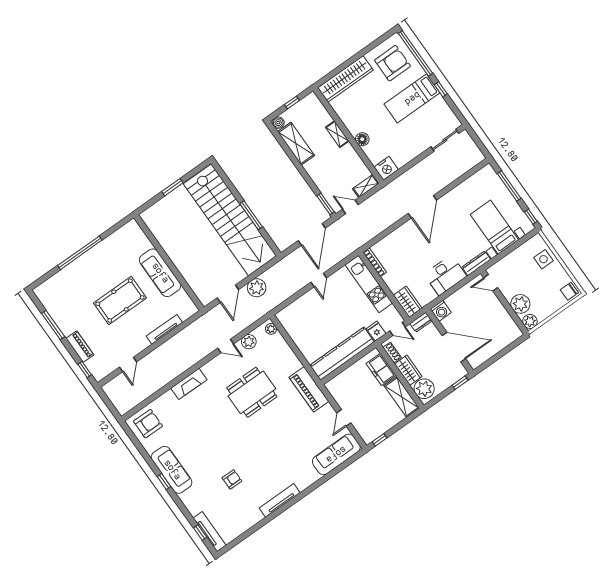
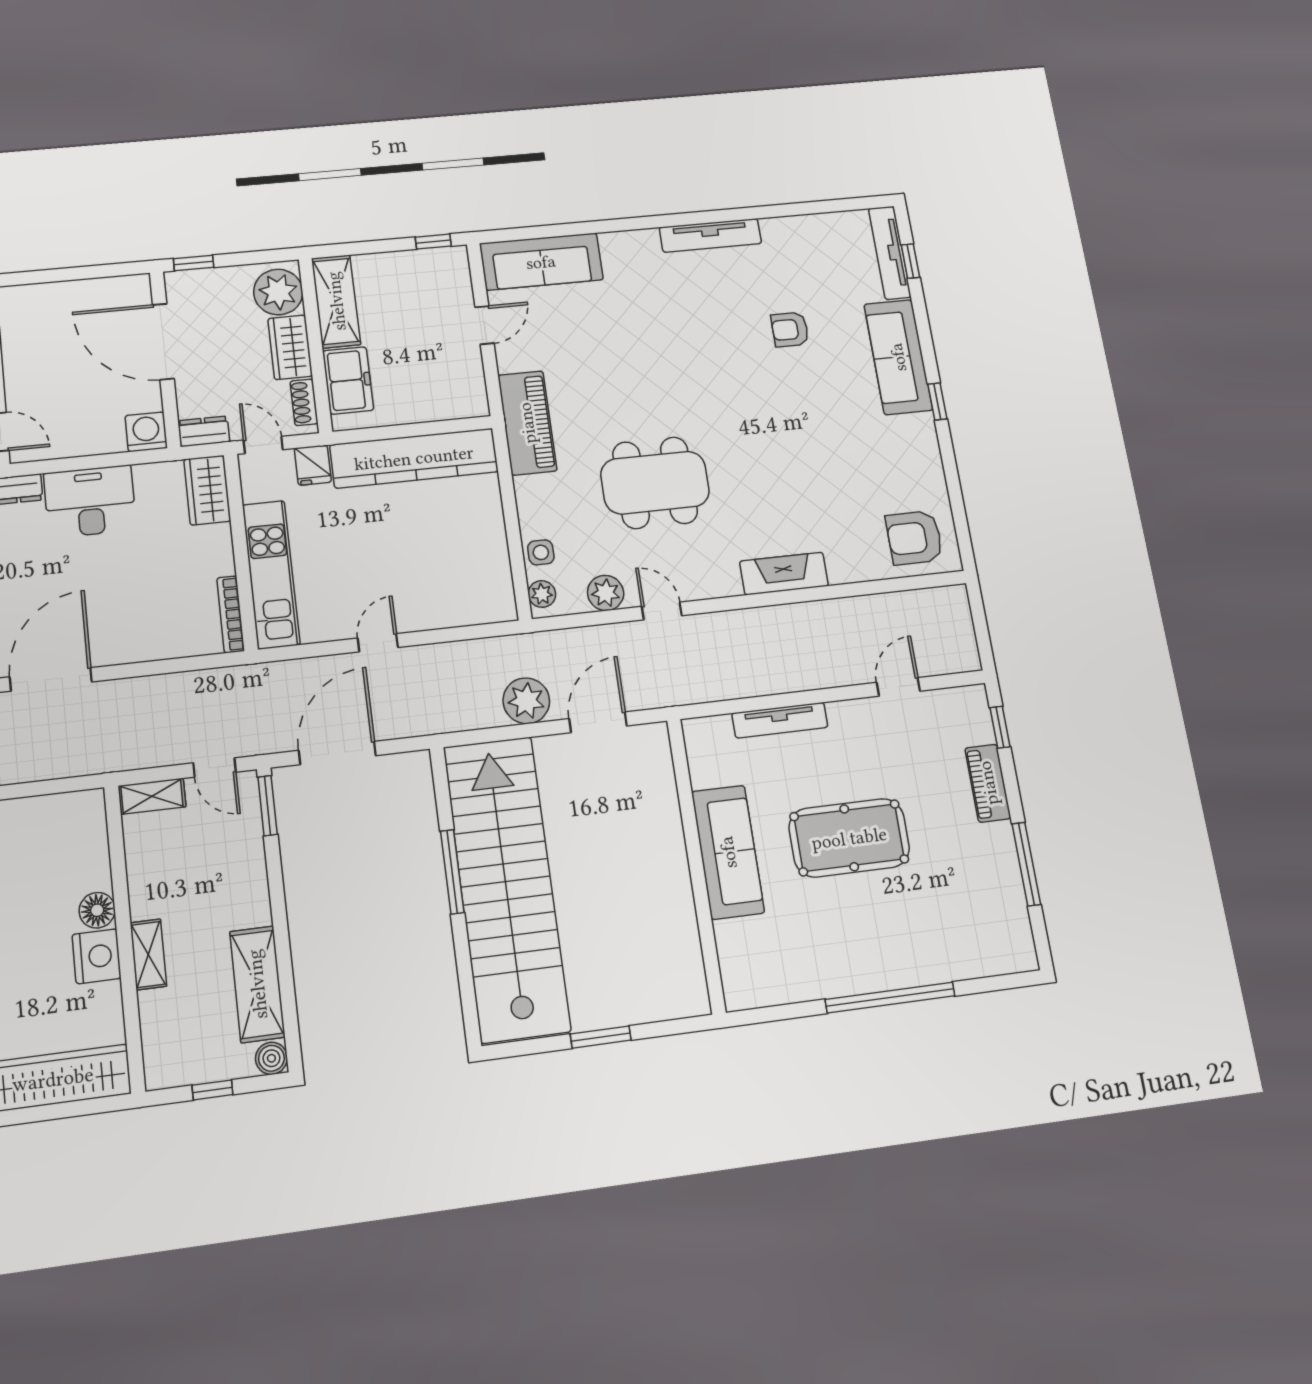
nightstand: (386, 168) -> (97, 956), moved, turned 90
side table: (279, 344) -> (541, 552), added
sofa: (172, 470) -> (898, 357), moved

